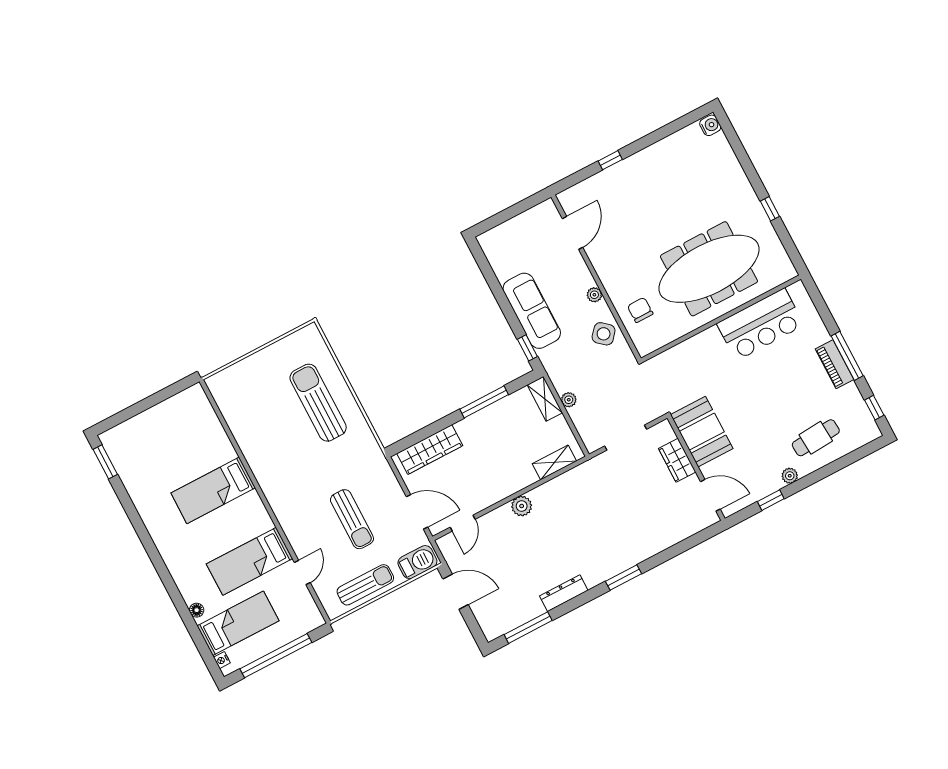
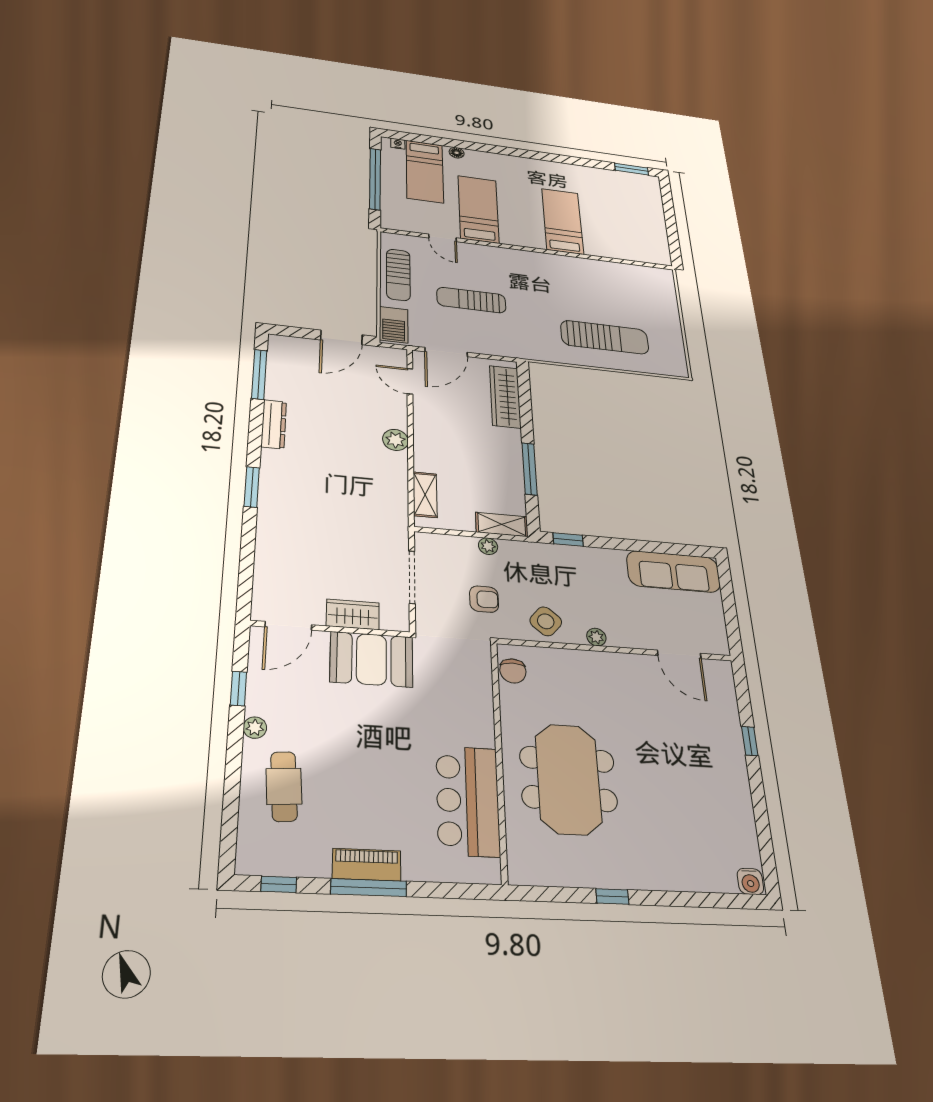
meeting table: (709, 269) -> (568, 779), width x0.73
chair: (640, 310) -> (513, 671), moved, turned 90
sofa: (532, 311) -> (674, 572), moved
armchair: (612, 382) -> (484, 599), added

